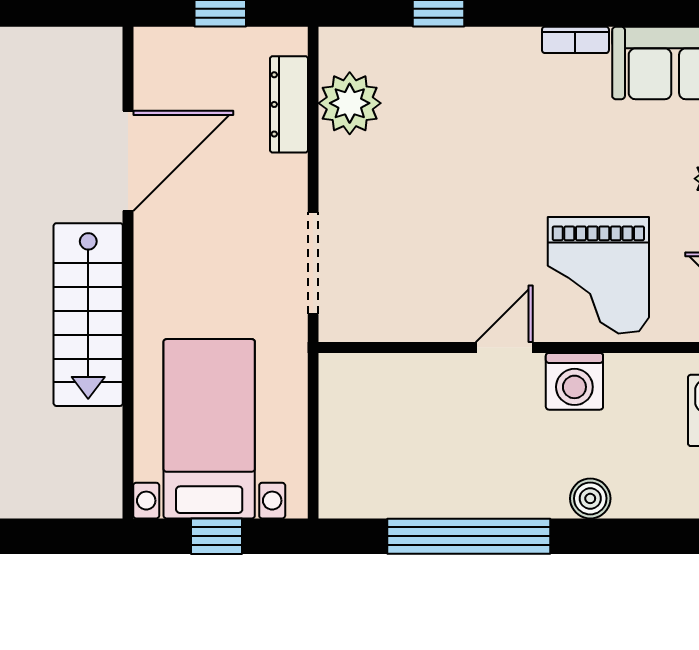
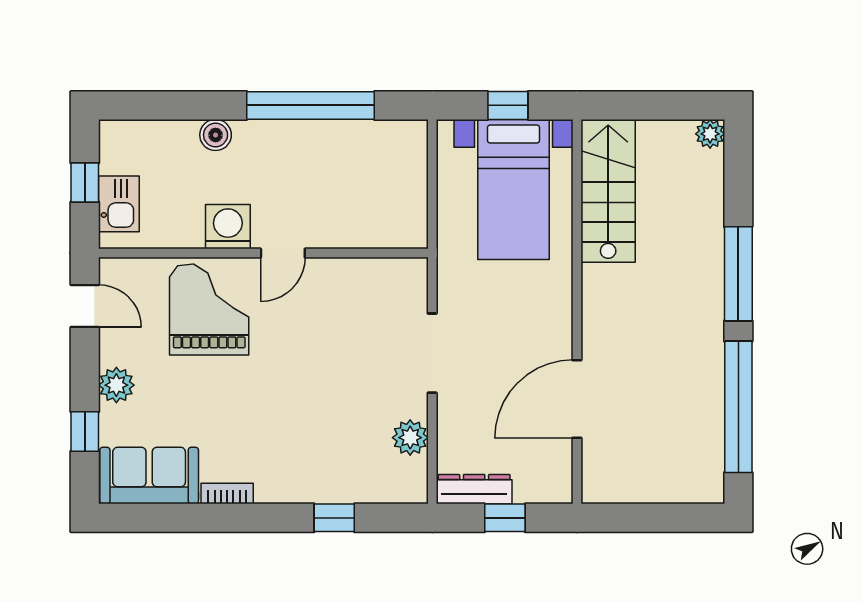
plant: (350, 103) -> (410, 438), width x0.73, depth x0.73
dresser: (289, 104) -> (474, 489), moved, turned -90
doorway: (313, 263) -> (432, 353), moved
stairs: (88, 315) -> (608, 191), moved

